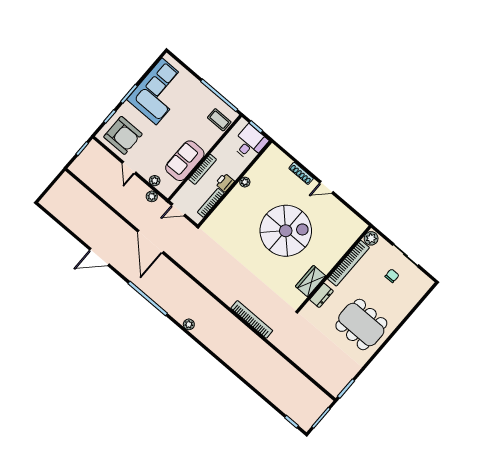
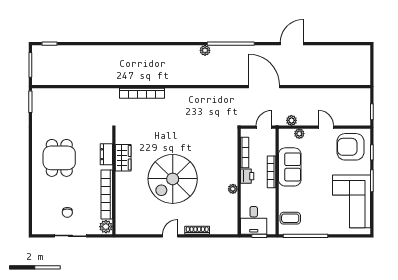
plant: (189, 324) -> (205, 50), moved
dining table: (361, 324) -> (59, 158), width x0.73

